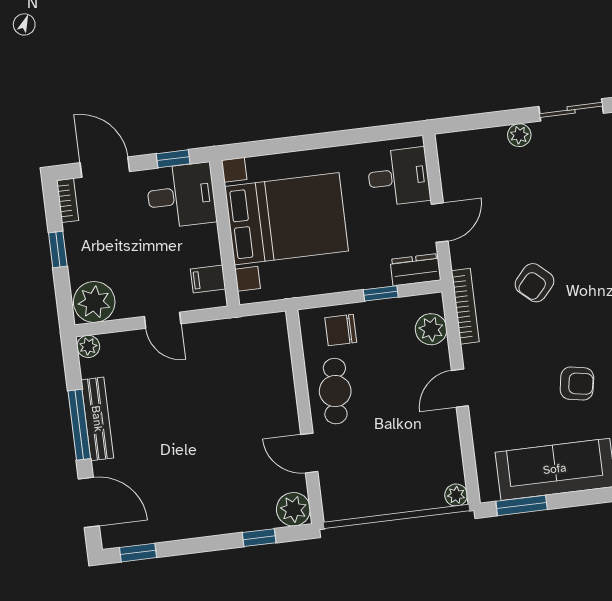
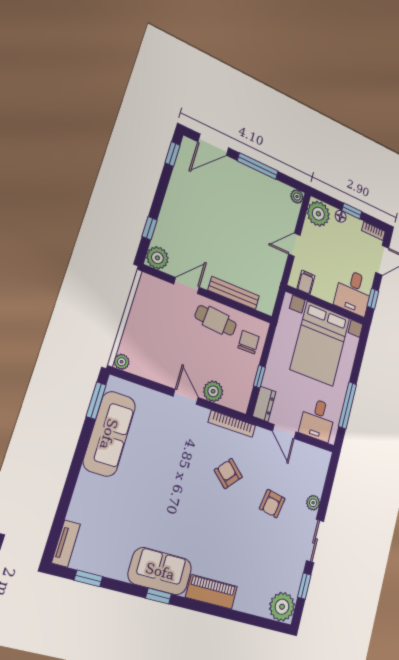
window: (355, 136) -> (347, 405), added
floor lamp: (77, 265) -> (341, 216), added
plant: (431, 329) -> (213, 391), moved
armchair: (577, 384) -> (272, 504), moved
bench: (97, 419) -> (234, 293), moved

